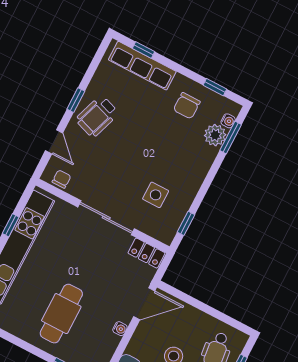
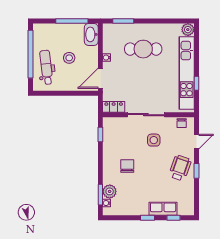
row of seats: (142, 66) -> (163, 209), width x0.68
window: (215, 87) -> (148, 218), moved
chair: (187, 106) -> (127, 166), moved
door: (54, 142) -> (196, 142), swing flipped
side table: (156, 195) -> (154, 140), moved
cafe table: (61, 314) -> (143, 49), turned 90

